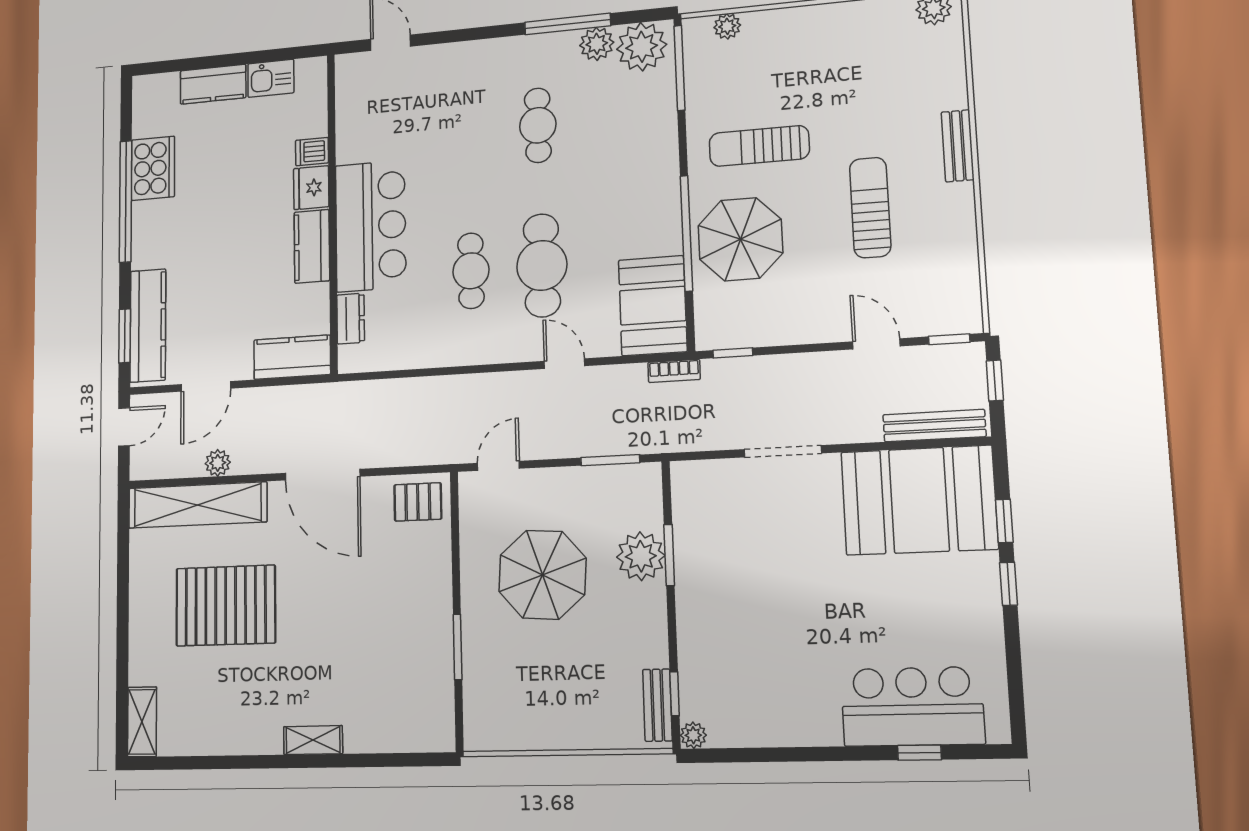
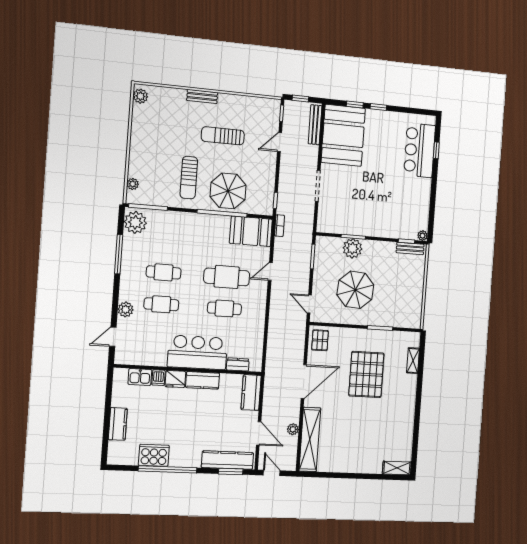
plant: (597, 44) -> (126, 309), moved
kitchen sink: (271, 78) -> (140, 377), moved, turned 90
cafe table: (468, 132) -> (161, 304), added
pallet: (226, 606) -> (366, 374), moved
shelving: (313, 740) -> (413, 361), moved

